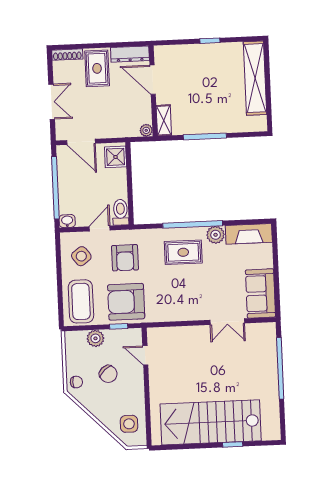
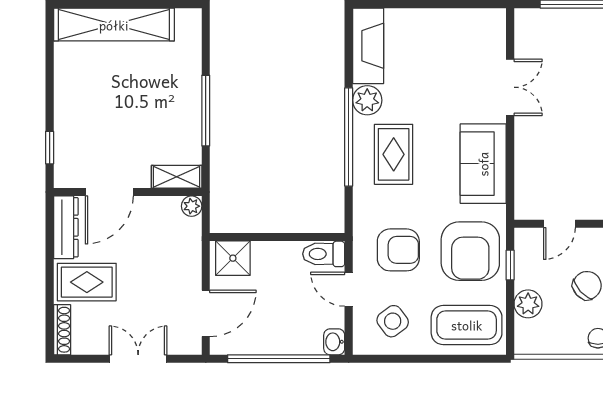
window: (210, 41) -> (50, 148), moved
sofa: (260, 294) -> (483, 164), moved, turned 90

